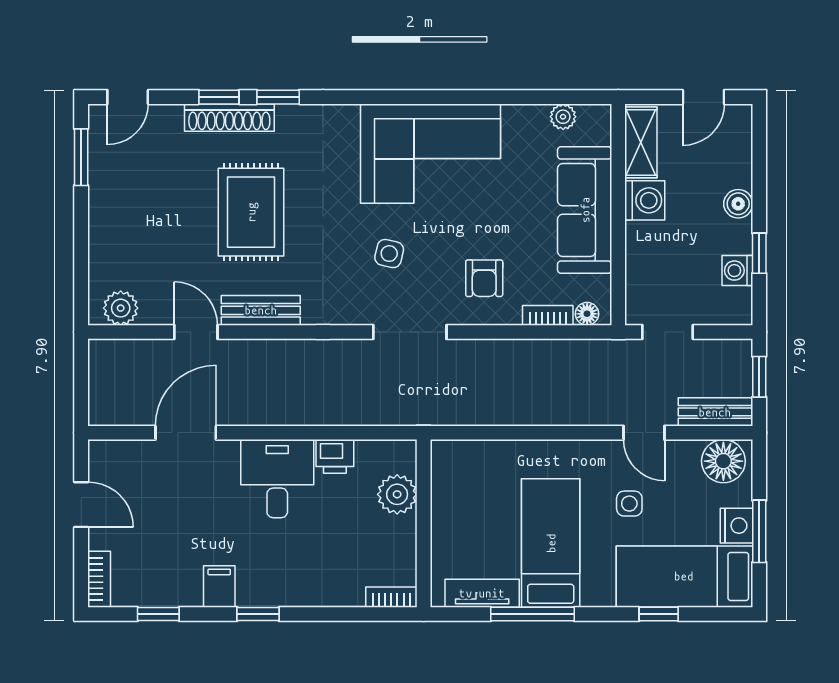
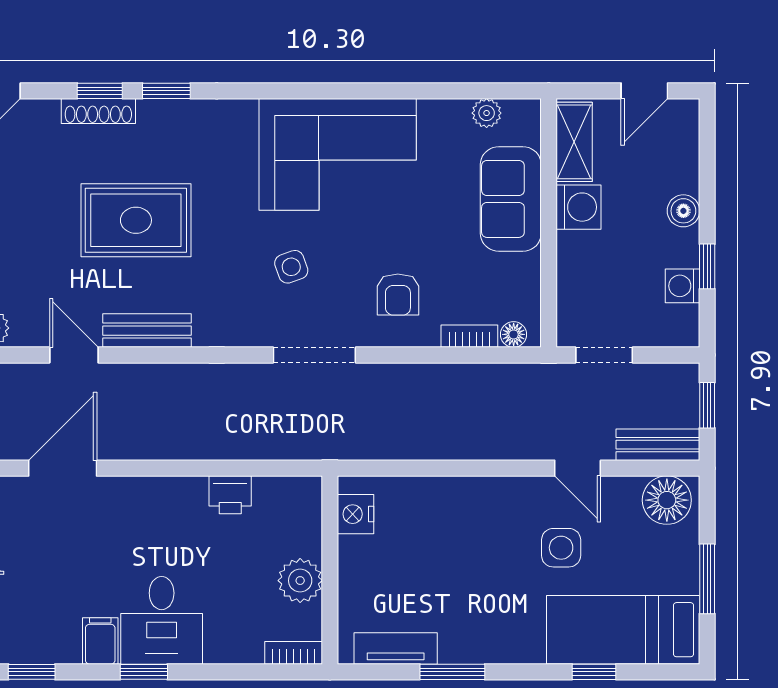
shoe rack: (229, 118) -> (98, 111), width x0.74, depth x0.81
sofa: (585, 210) -> (511, 199), width x0.73
rug: (251, 212) -> (136, 220), turned 90
side table: (389, 254) -> (291, 267), turned -33
desk: (277, 479) -> (162, 620), moved, turned 180
plant: (397, 494) -> (300, 581), moved
side table: (629, 504) -> (561, 548), width x1.37, depth x1.37
nightstand: (736, 526) -> (356, 514), moved, turned 180
bed: (551, 543) -> (473, 592), removed
window: (533, 614) -> (452, 672), width x0.69

